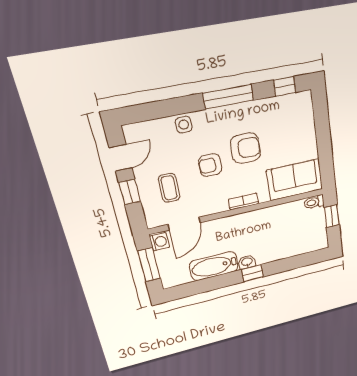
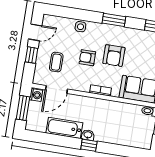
window: (228, 97) -> (114, 20), width x0.69
armchair: (246, 148) -> (114, 56), turned 90

